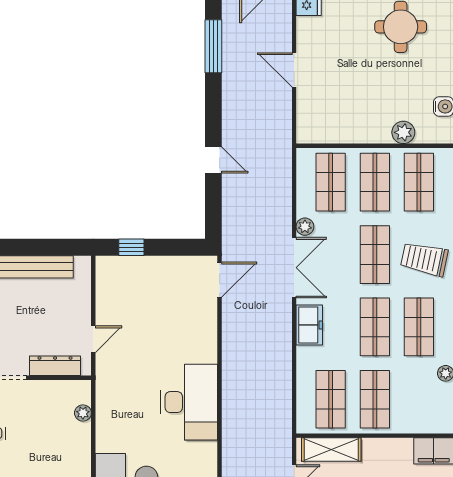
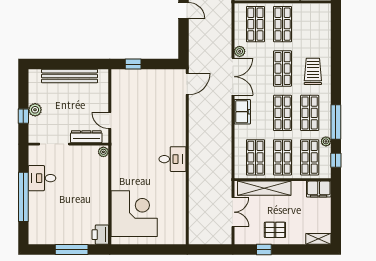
shop shelf: (419, 182) -> (310, 157), moved
trolley: (424, 259) -> (313, 71), turned 78
door: (93, 339) -> (110, 121), swing flipped
desk: (189, 402) -> (173, 159), width x0.53, depth x0.77
plant: (83, 413) -> (103, 152), moved
shelving: (331, 450) -> (264, 188), width x1.47

